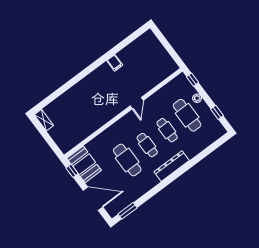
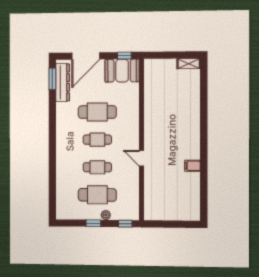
window: (217, 112) -> (93, 223), moved
dresser: (172, 166) -> (63, 82), moved

